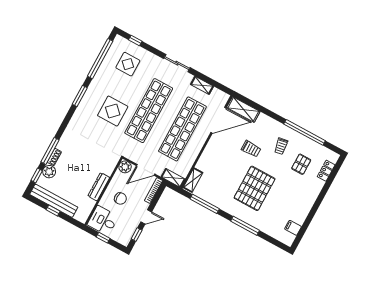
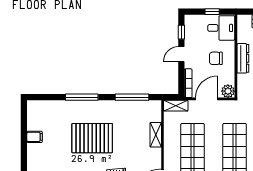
shelving: (193, 180) -> (156, 135), moved
pallet: (255, 188) -> (92, 138), turned 90
filing cabinet: (293, 228) -> (35, 137), moved

